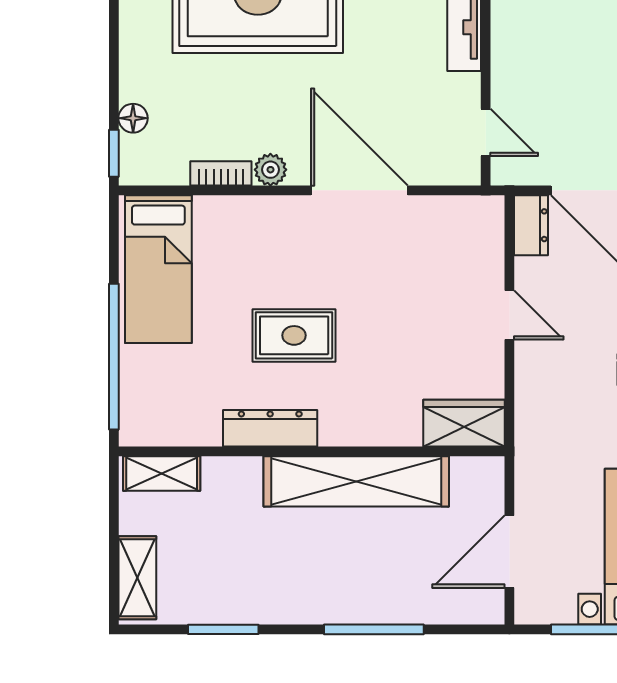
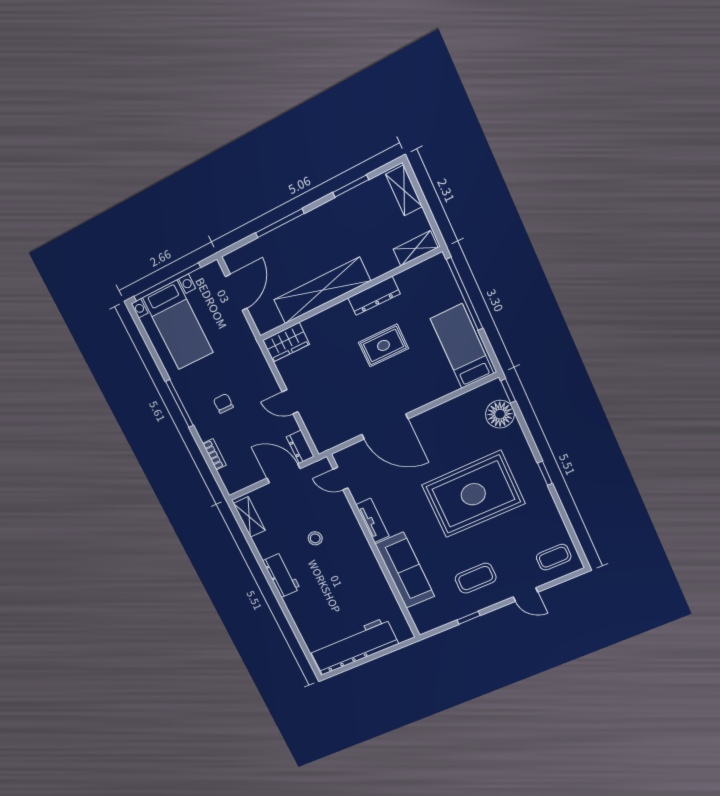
stool: (588, 41) -> (315, 538), added
floor lamp: (133, 118) -> (500, 414), width x1.89, depth x1.89
plant: (270, 170) -> (430, 417), removed
bookcase: (221, 173) -> (453, 405), removed

